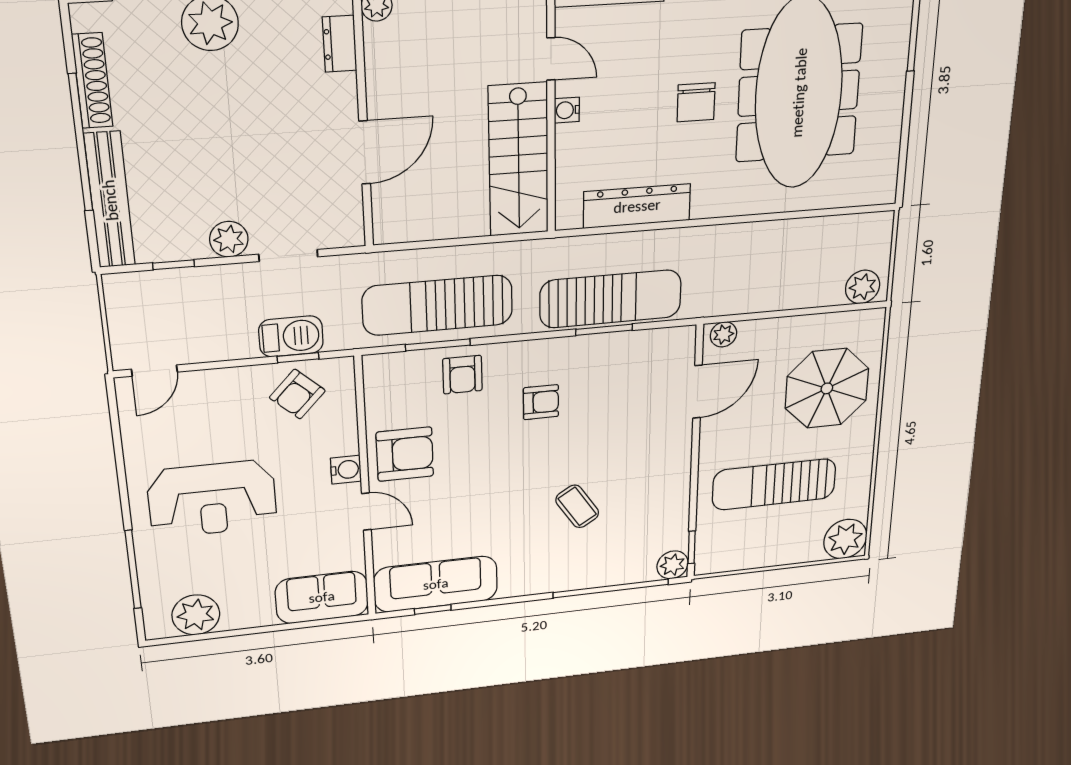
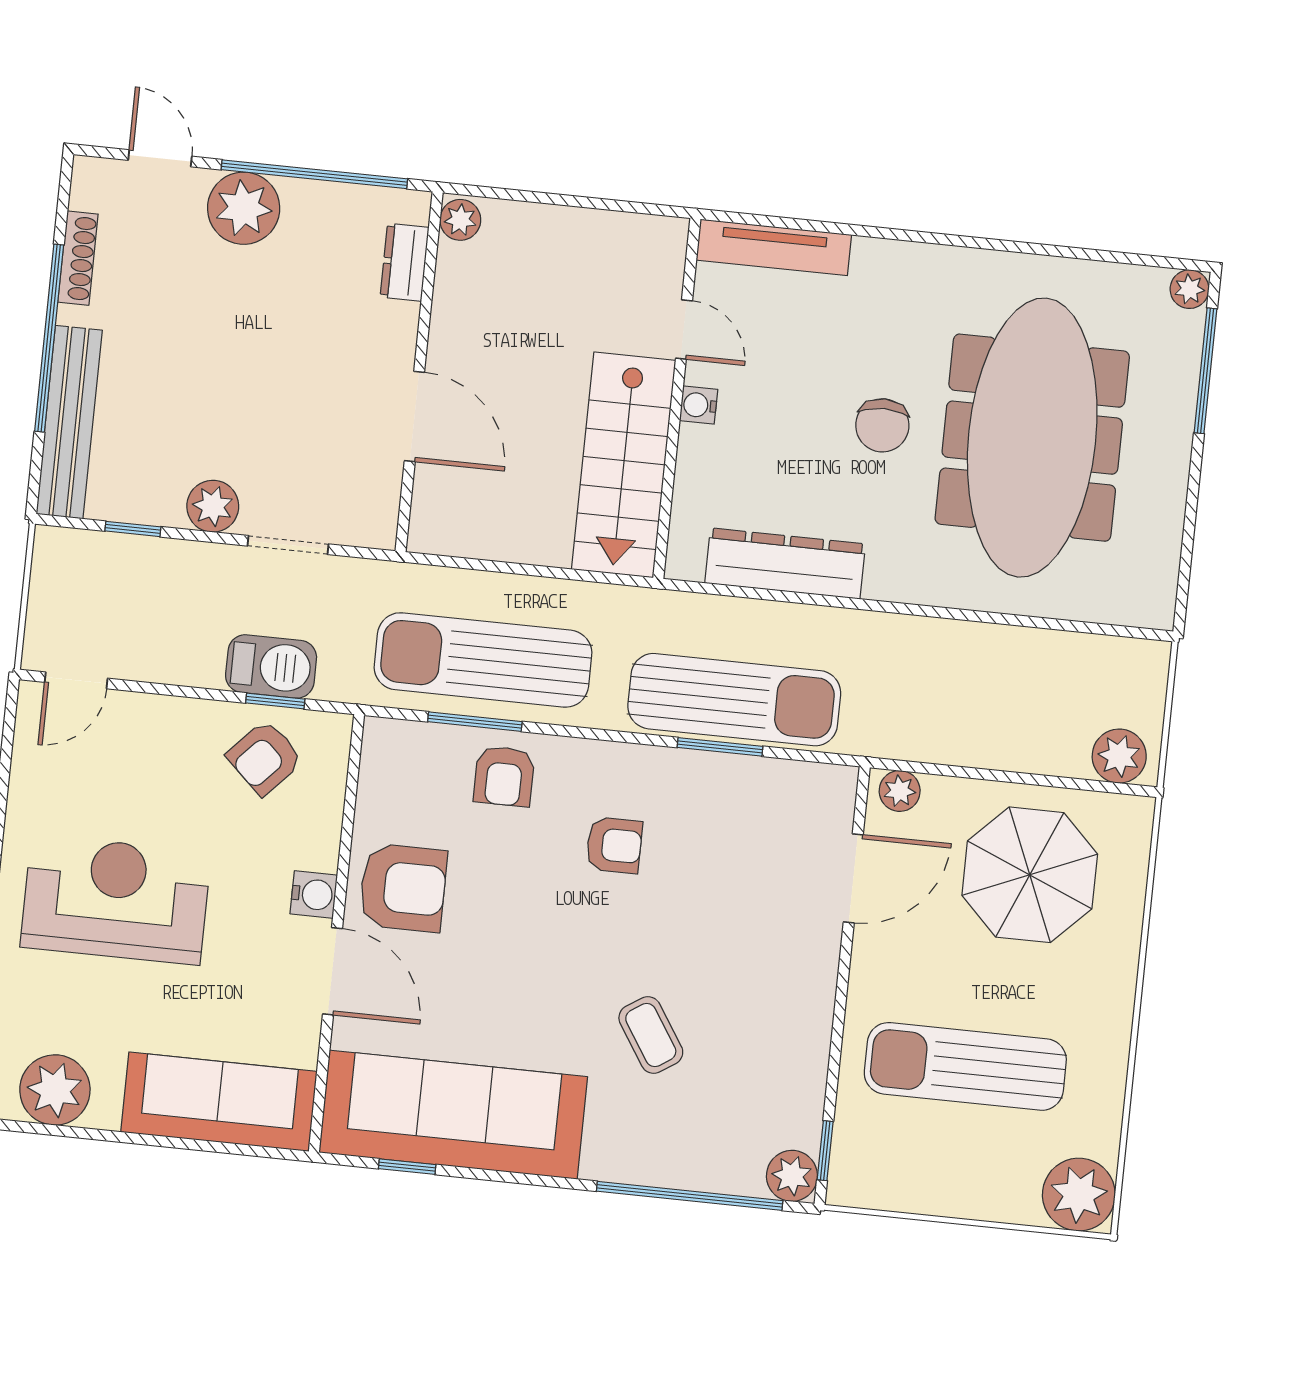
shoe rack: (92, 81) -> (78, 258), width x0.74, depth x0.81
door: (365, 153) -> (414, 417), hinge flipped
parasol: (827, 388) -> (1030, 875), moved
reception desk: (212, 499) -> (116, 900), turned 180
door: (366, 512) -> (333, 971), width x1.38
sofa: (436, 584) -> (453, 1115), width x1.36, depth x1.27
sofa: (322, 597) -> (219, 1102), width x1.36

